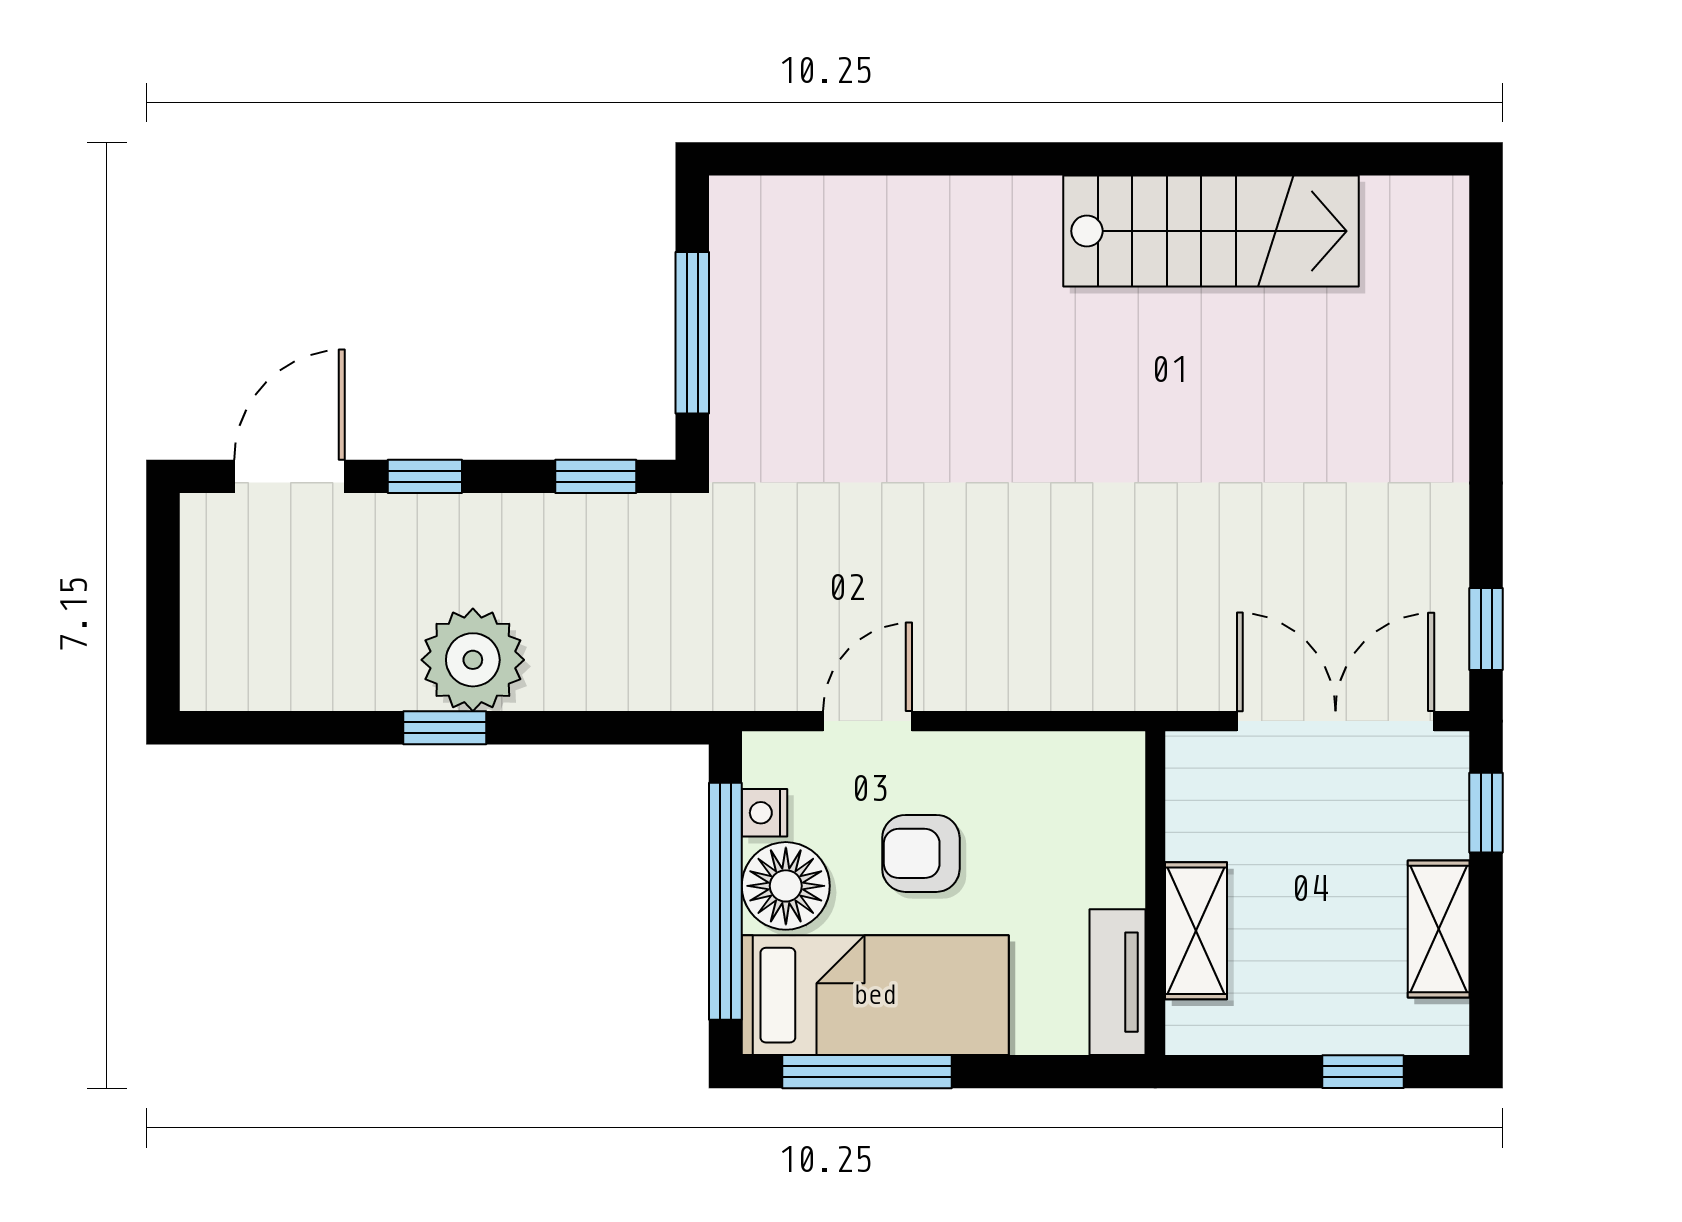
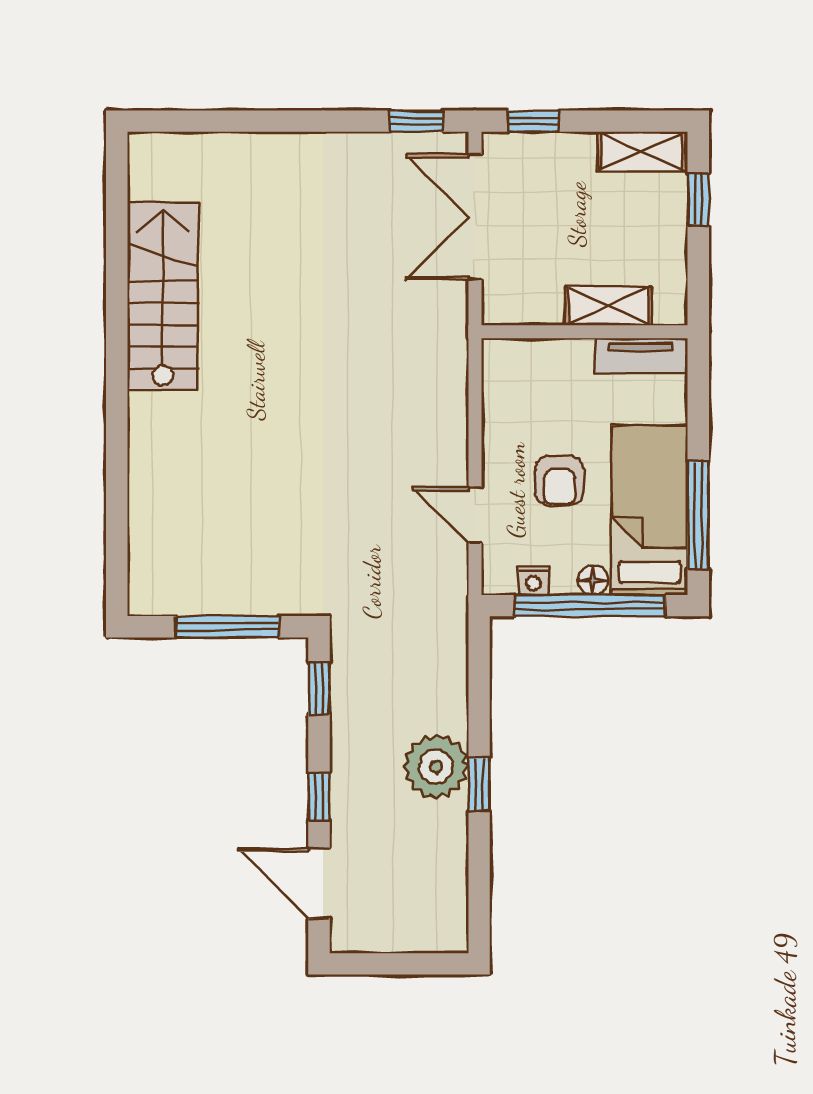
floor lamp: (786, 886) -> (593, 580), width x0.53, depth x0.53
shelving: (1439, 929) -> (641, 151), moved

